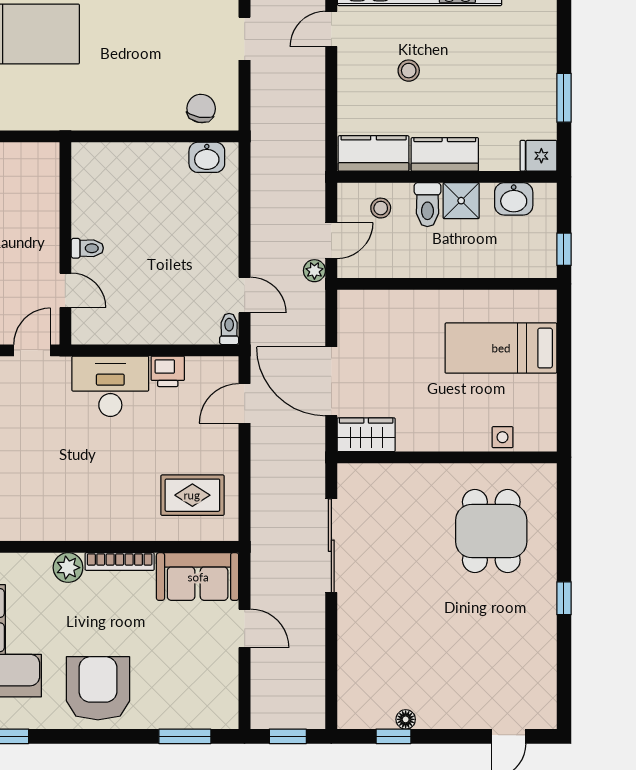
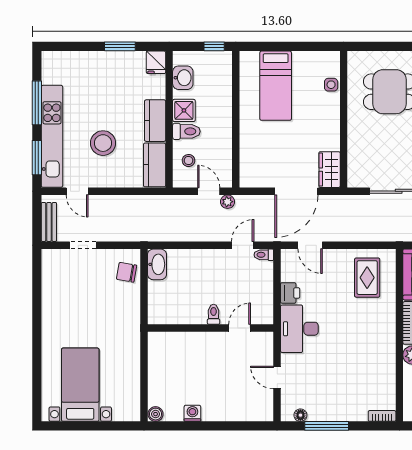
stool: (409, 71) -> (103, 143), width x1.89, depth x1.89
washbasin: (207, 157) -> (157, 264), width x1.38
wall: (65, 243) -> (211, 328), moved
toilet: (87, 248) -> (214, 314), moved
door: (65, 290) -> (240, 328), moved

